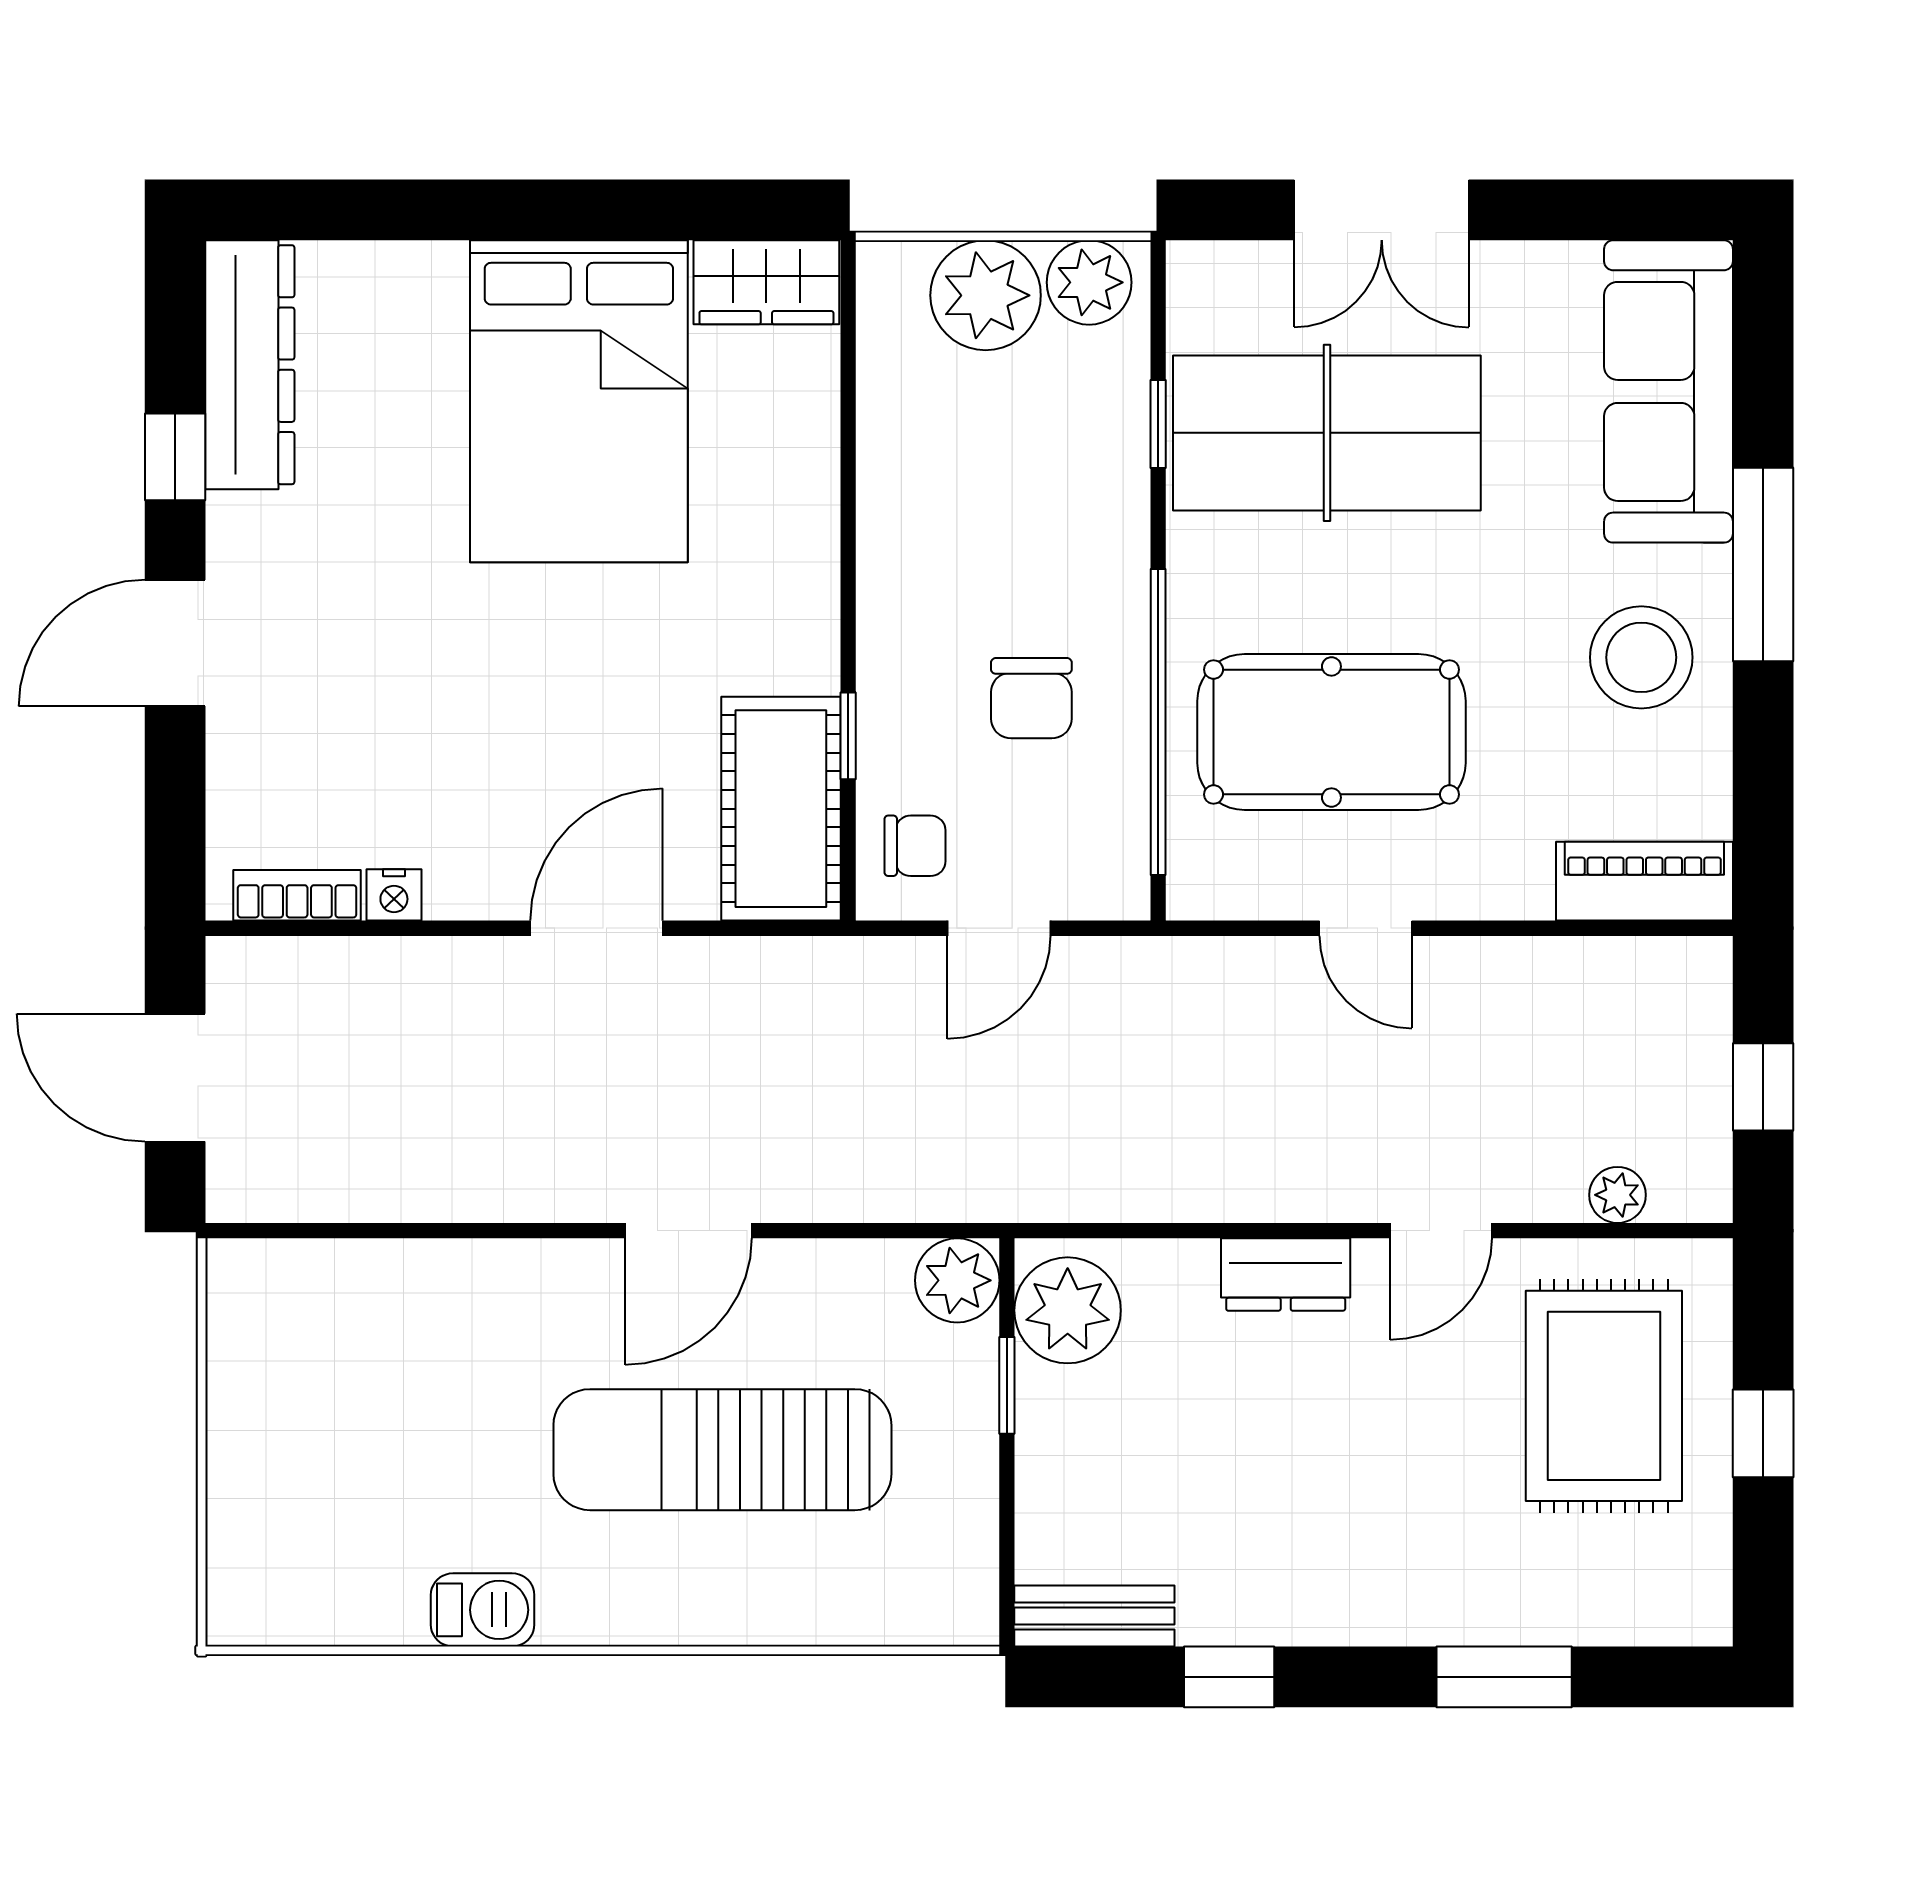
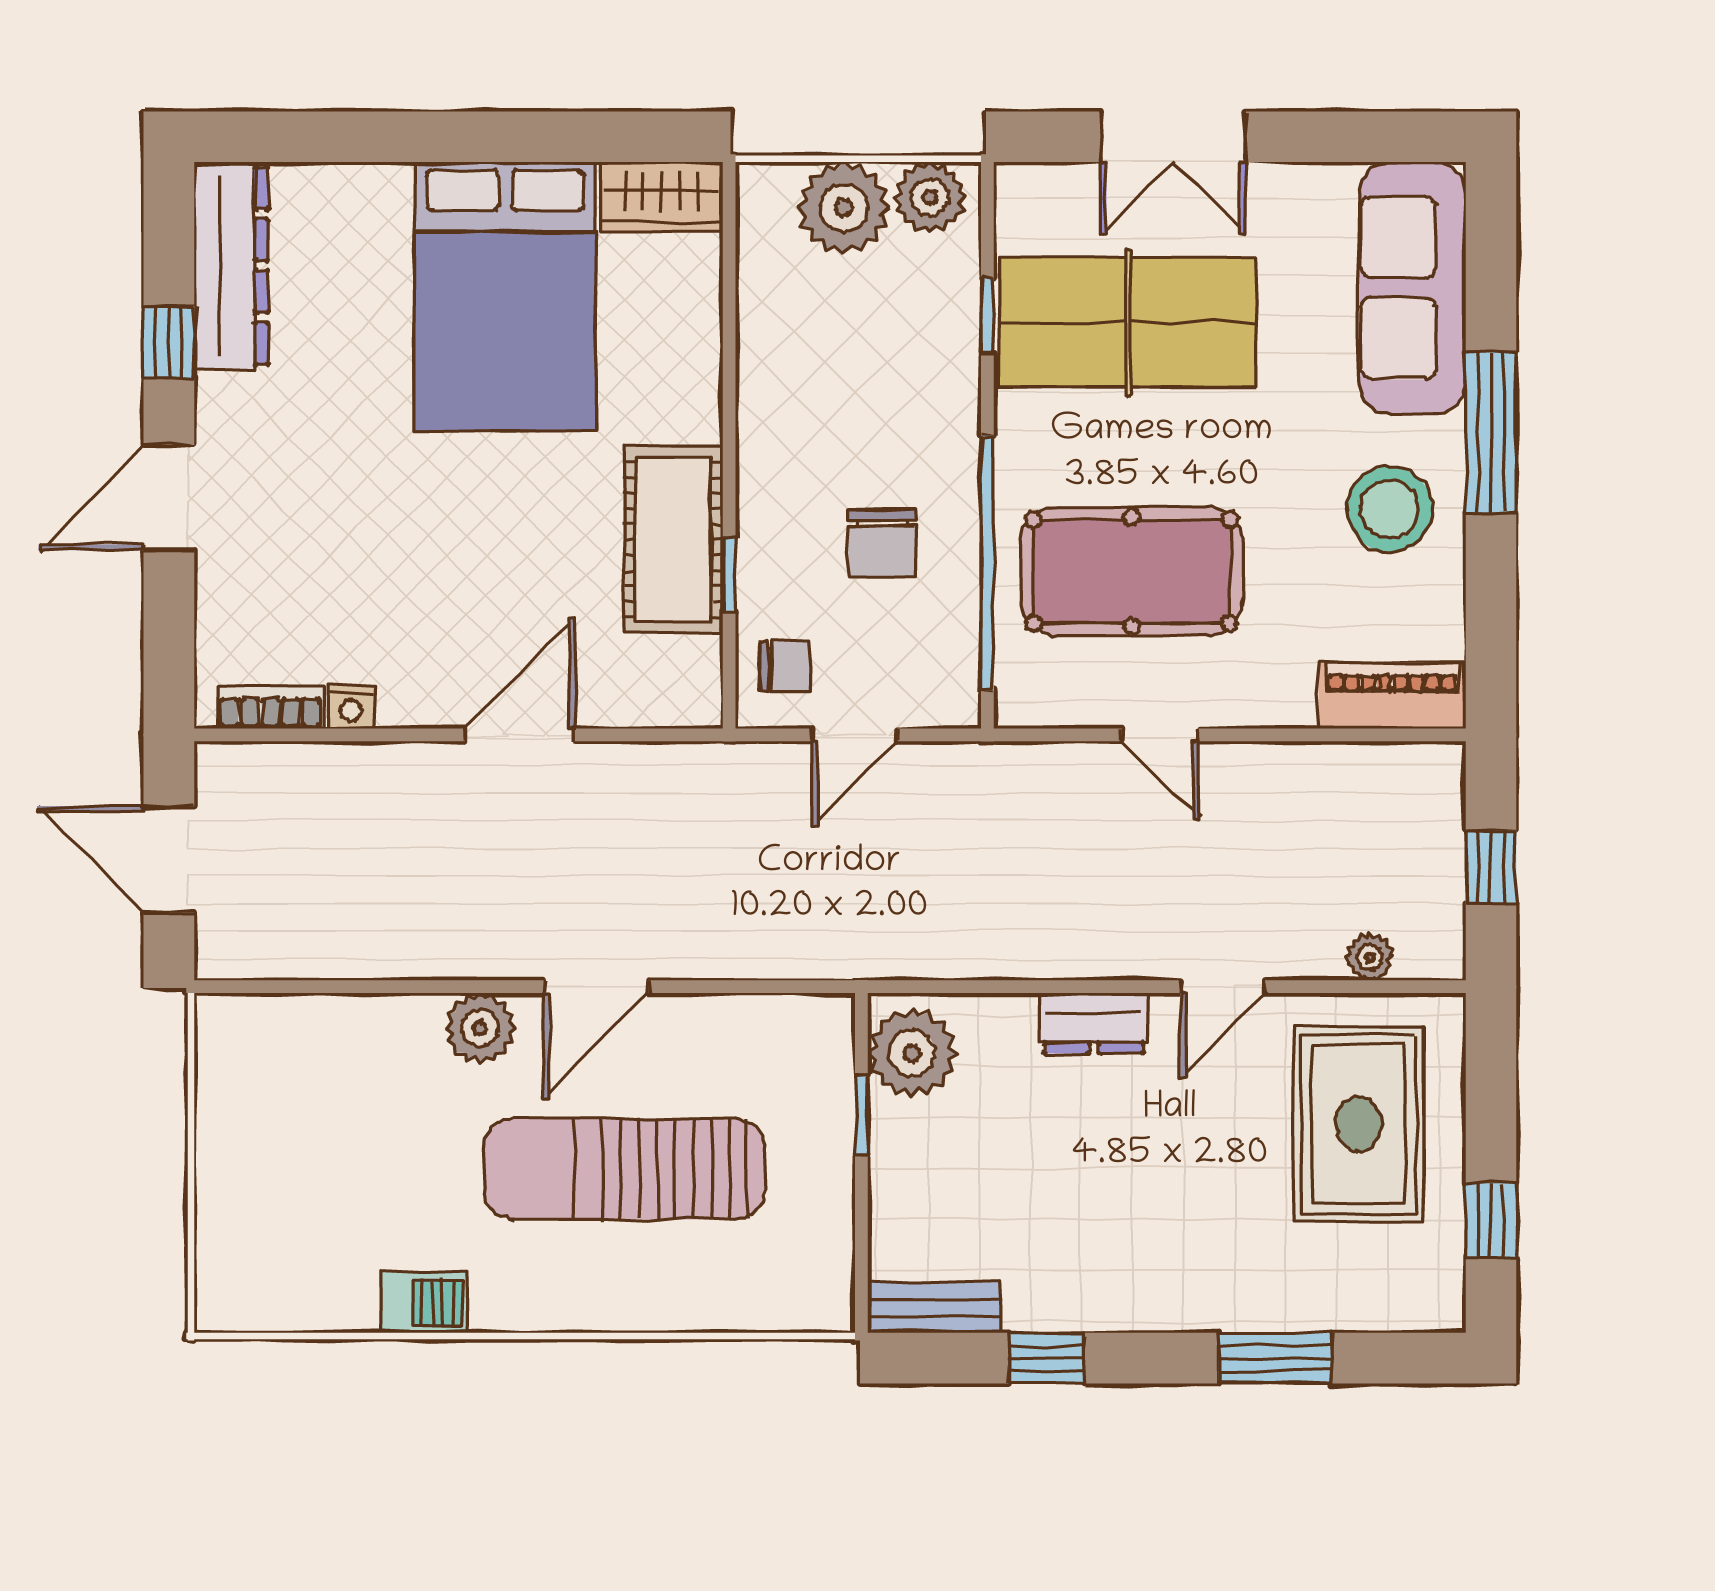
cot: (781, 809) -> (673, 540), moved
plant: (957, 1280) -> (480, 1028), moved
window: (1763, 1433) -> (1491, 1220), moved

